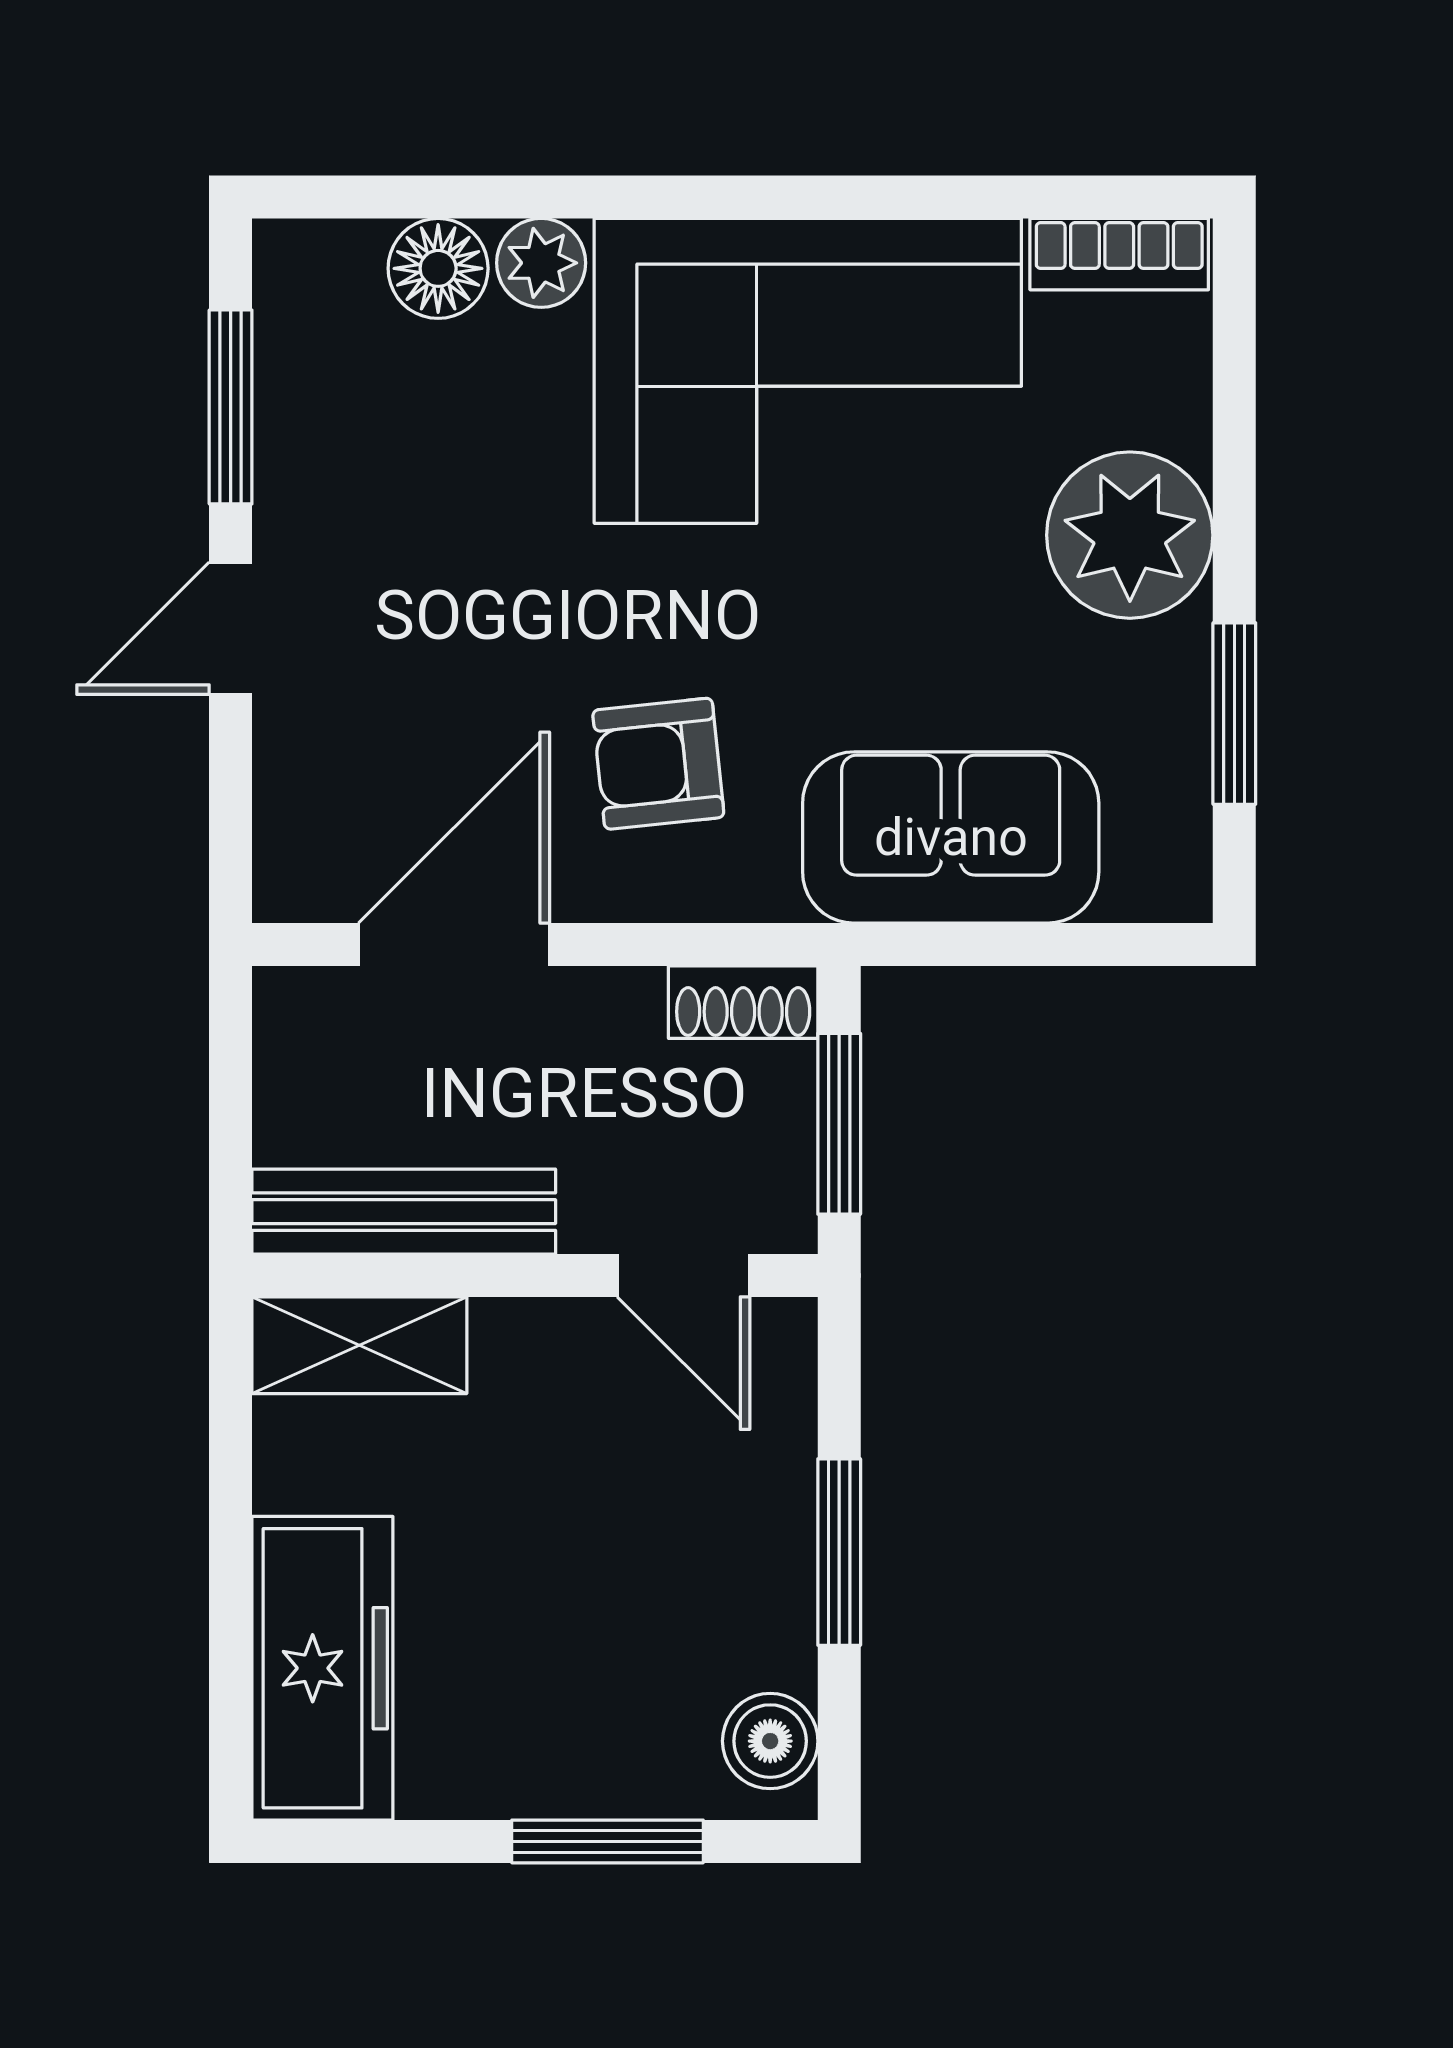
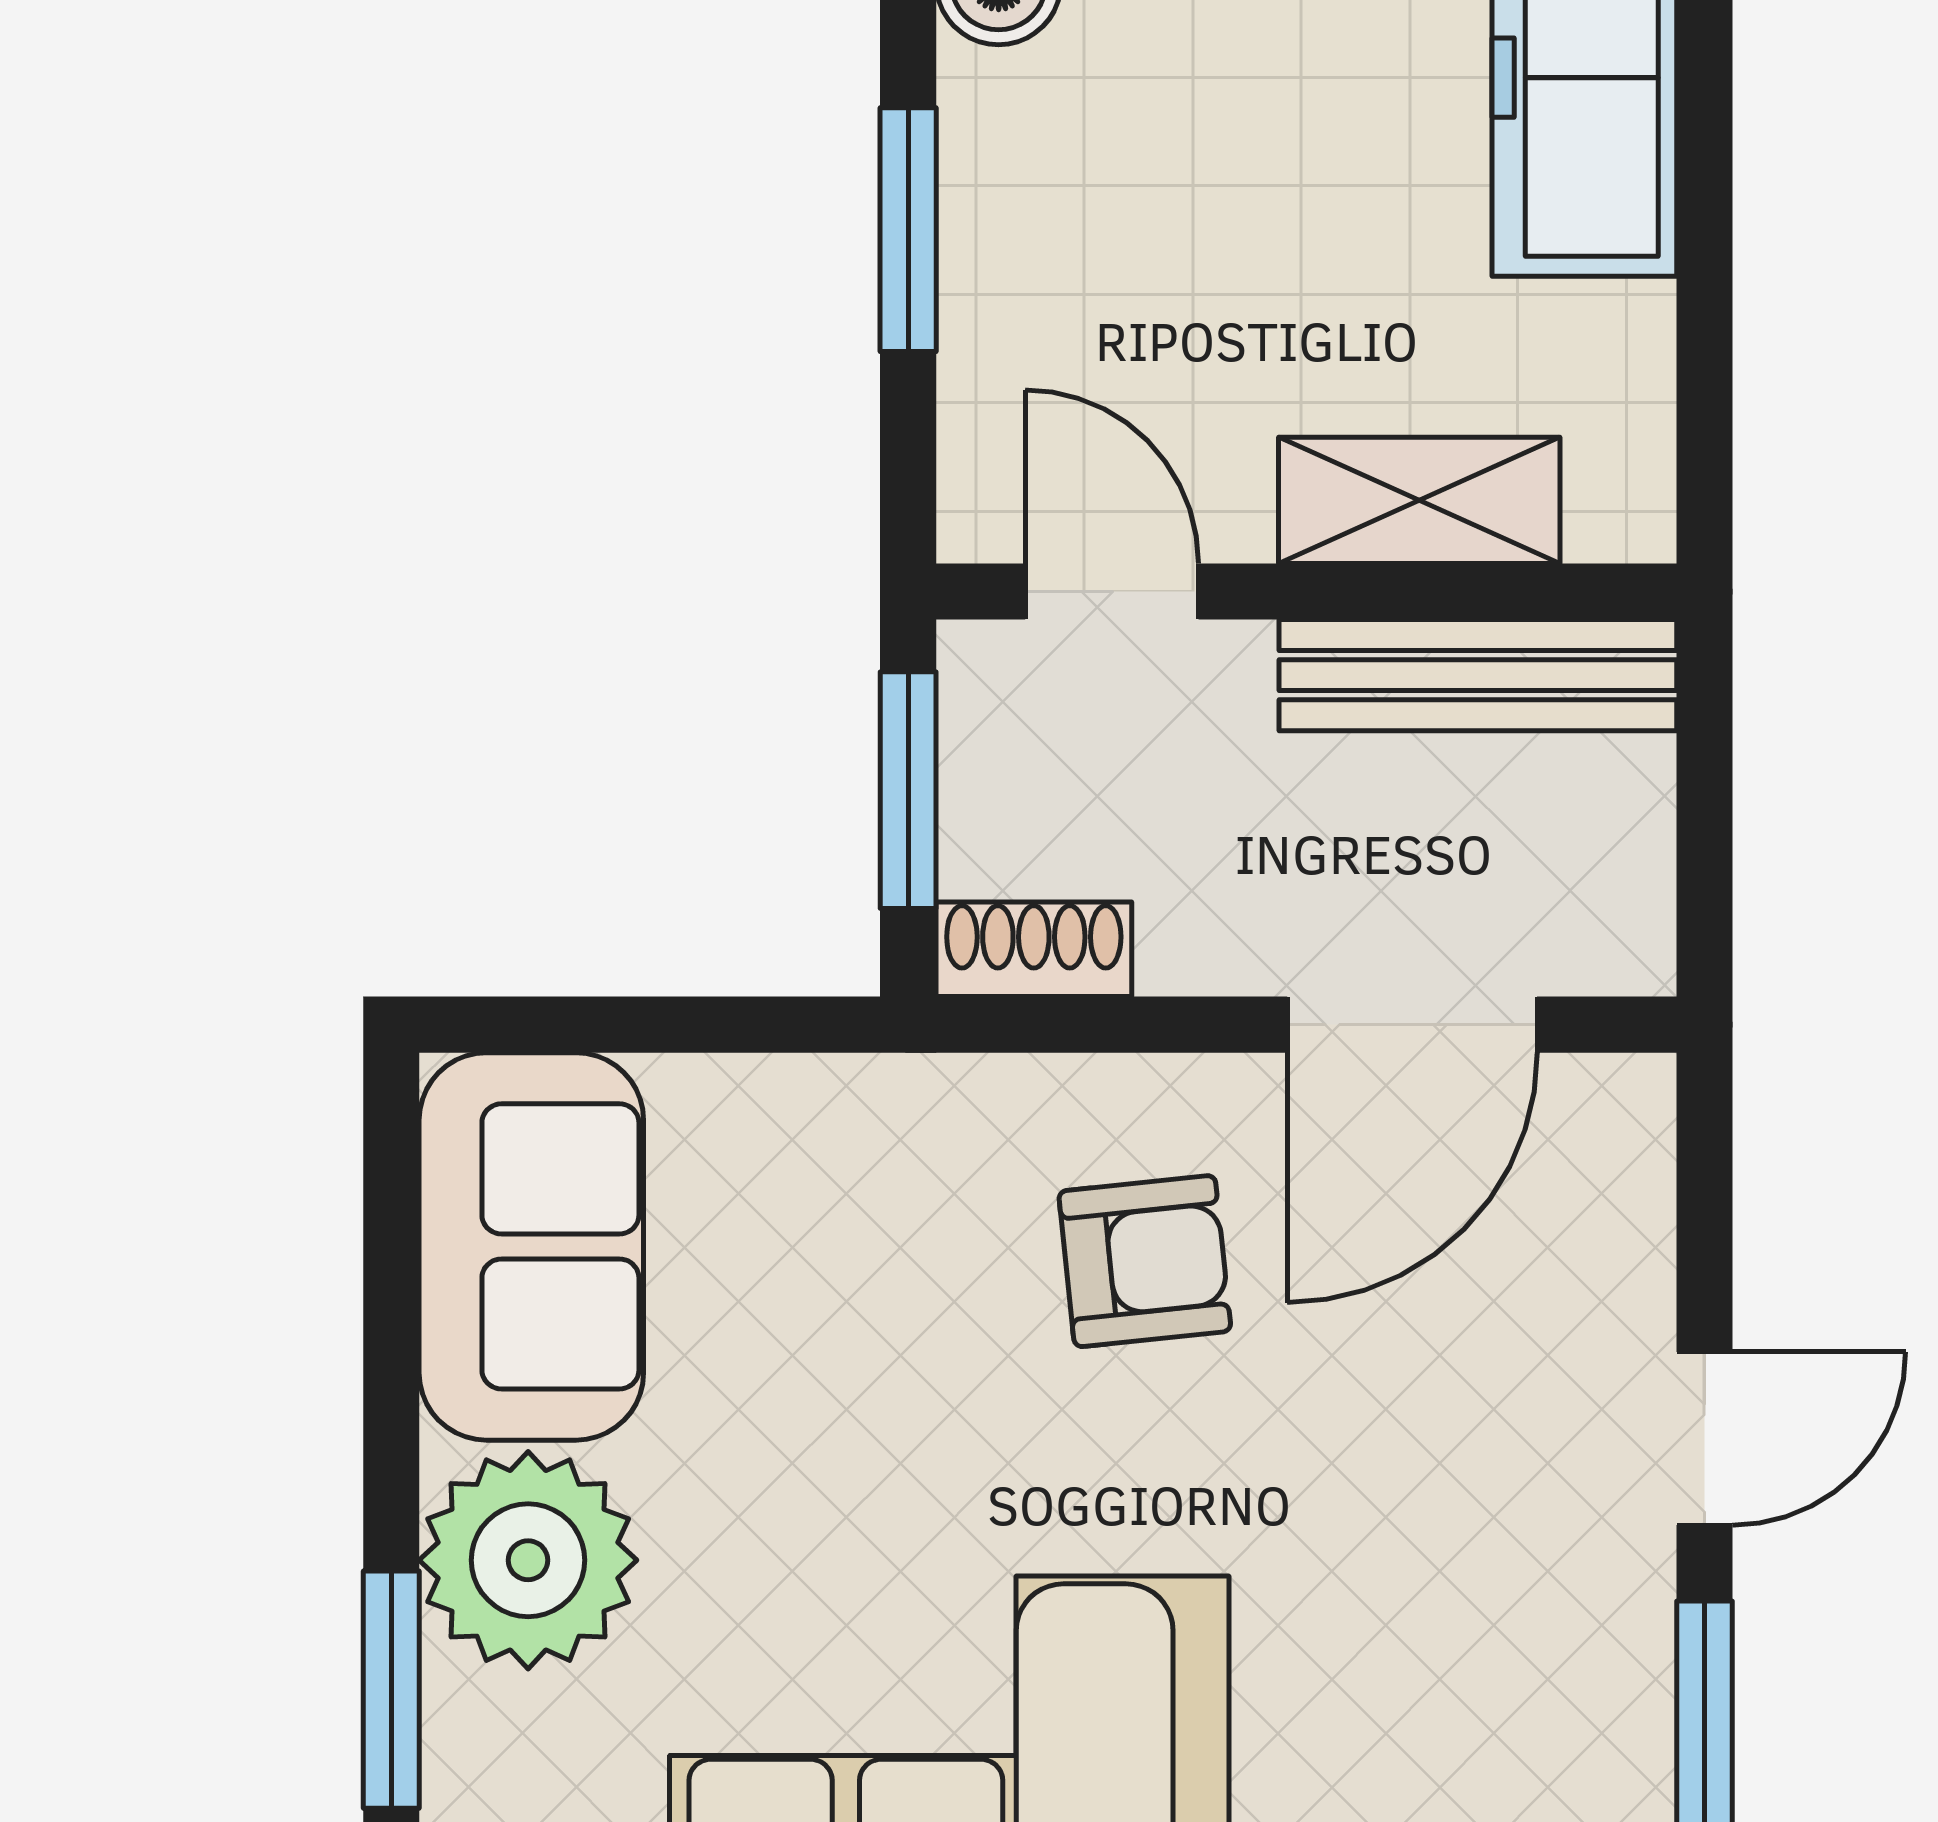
window: (1234, 714) -> (391, 1690), moved
sofa: (951, 837) -> (531, 1246), moved, turned -90
shelving: (359, 1345) -> (1419, 500), moved

